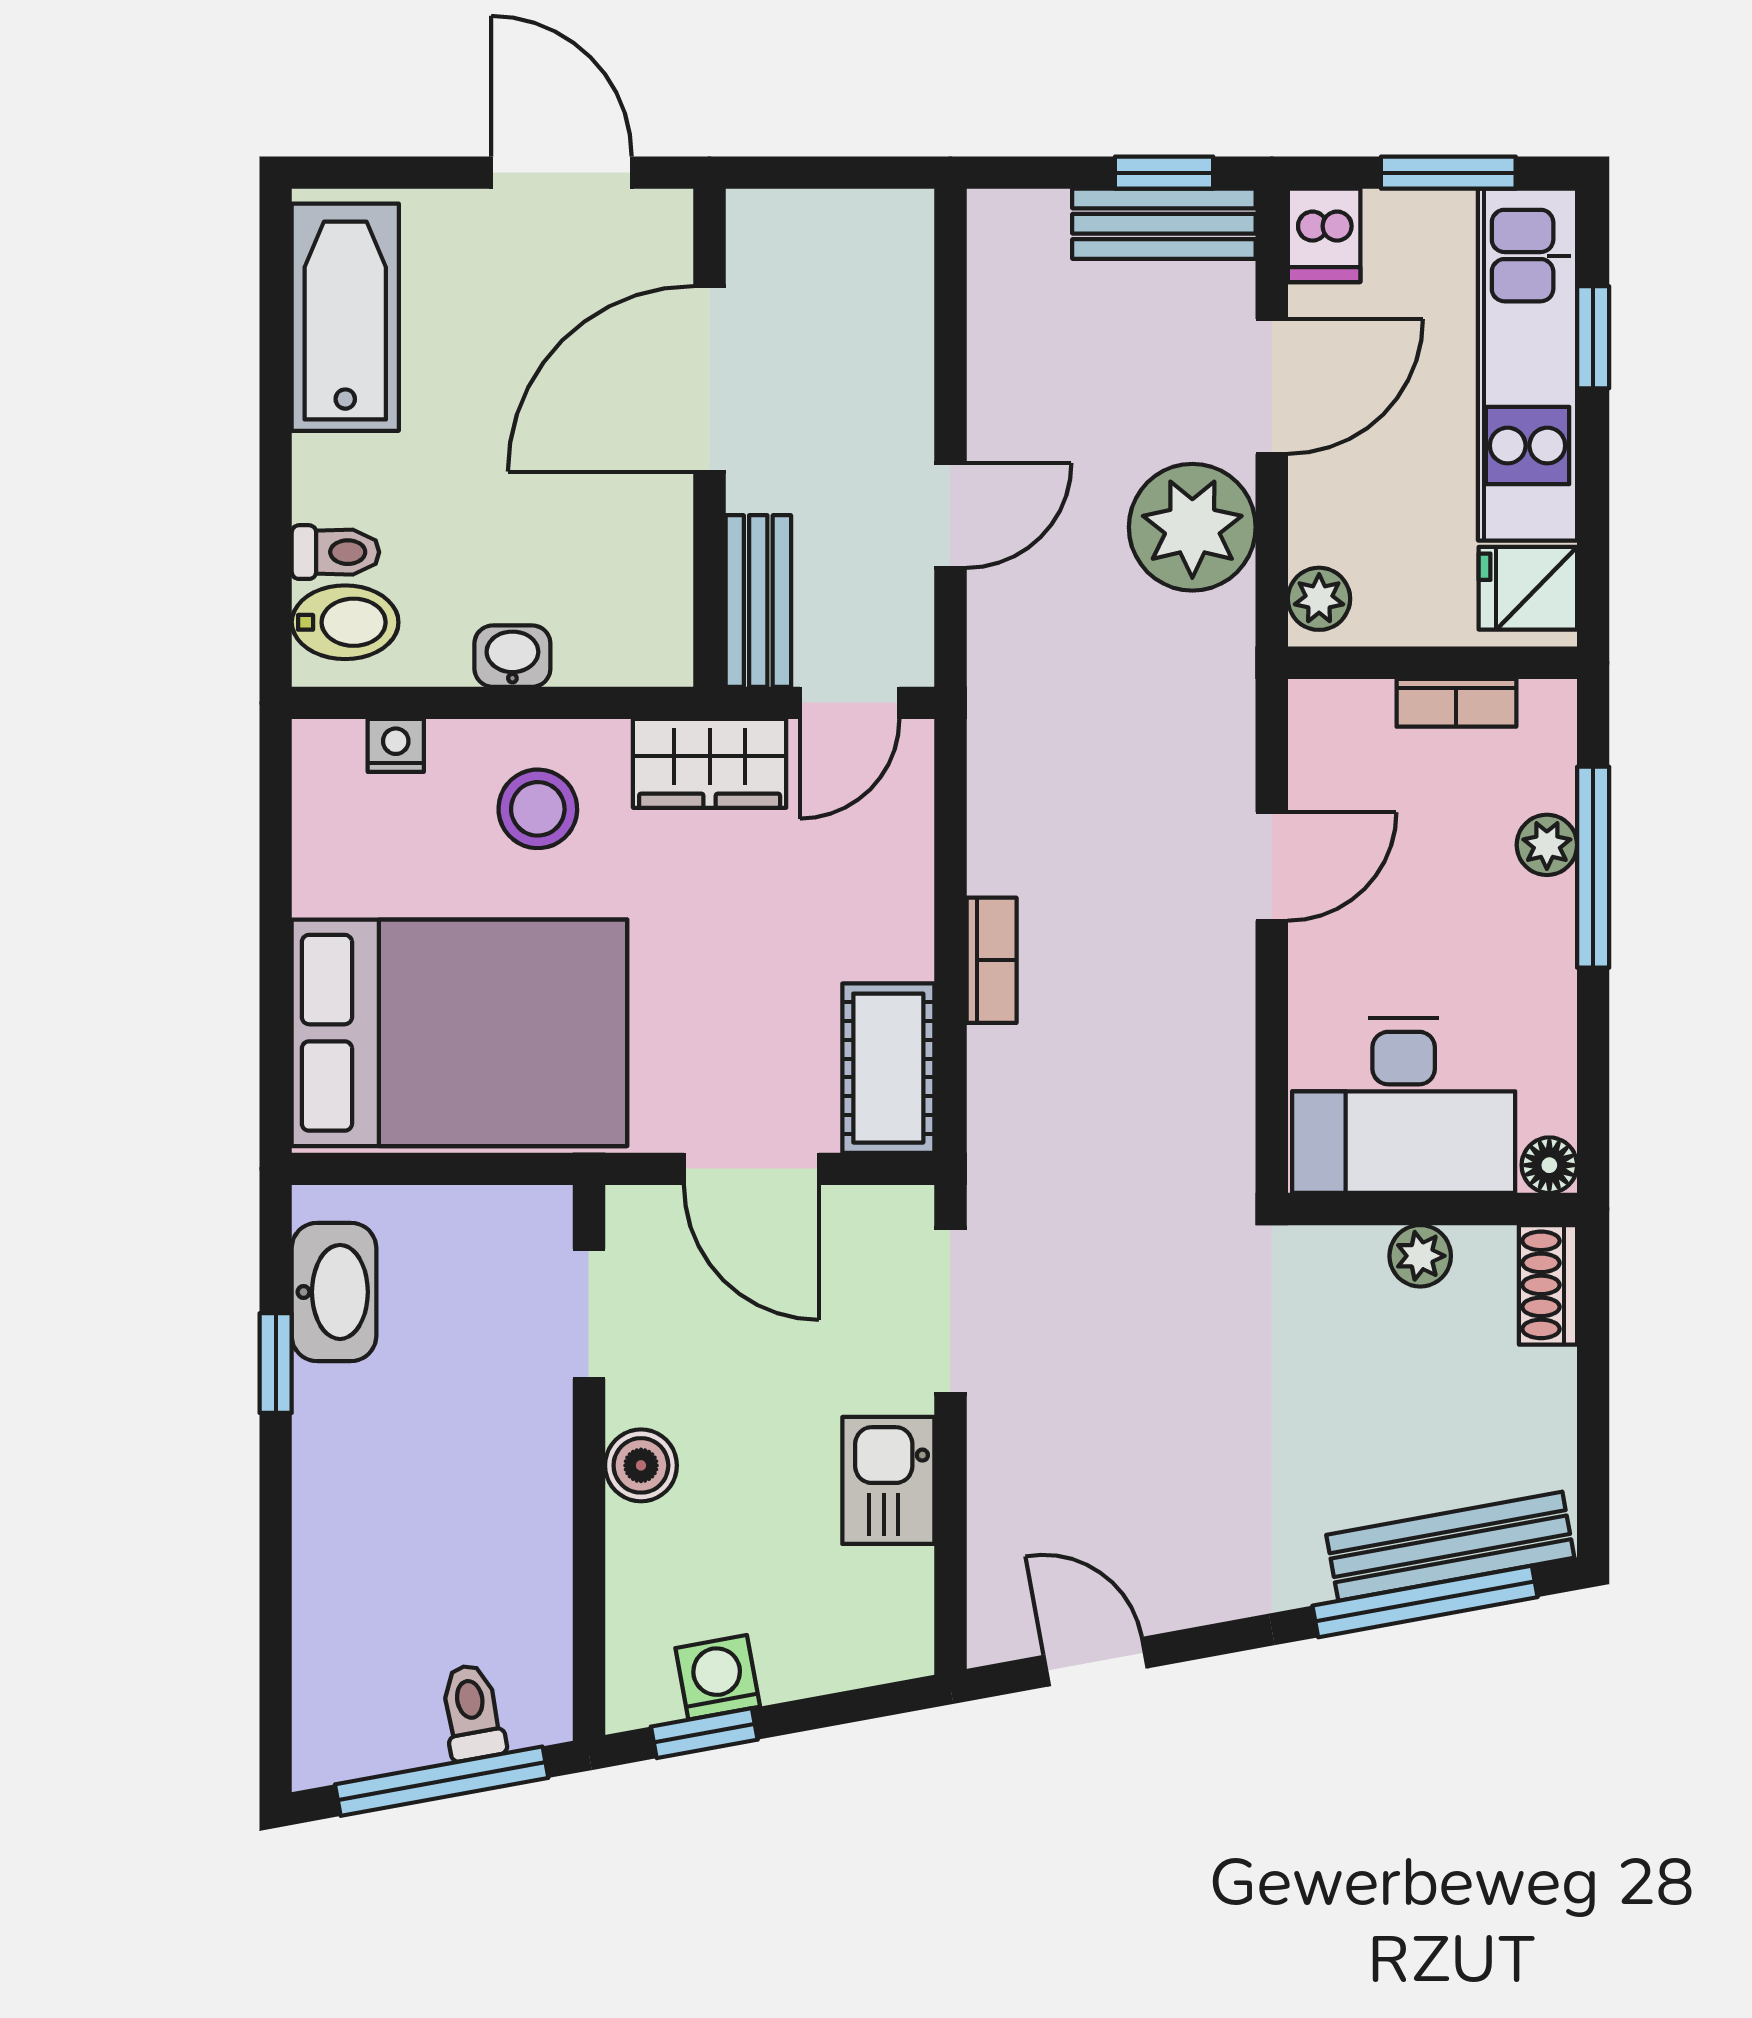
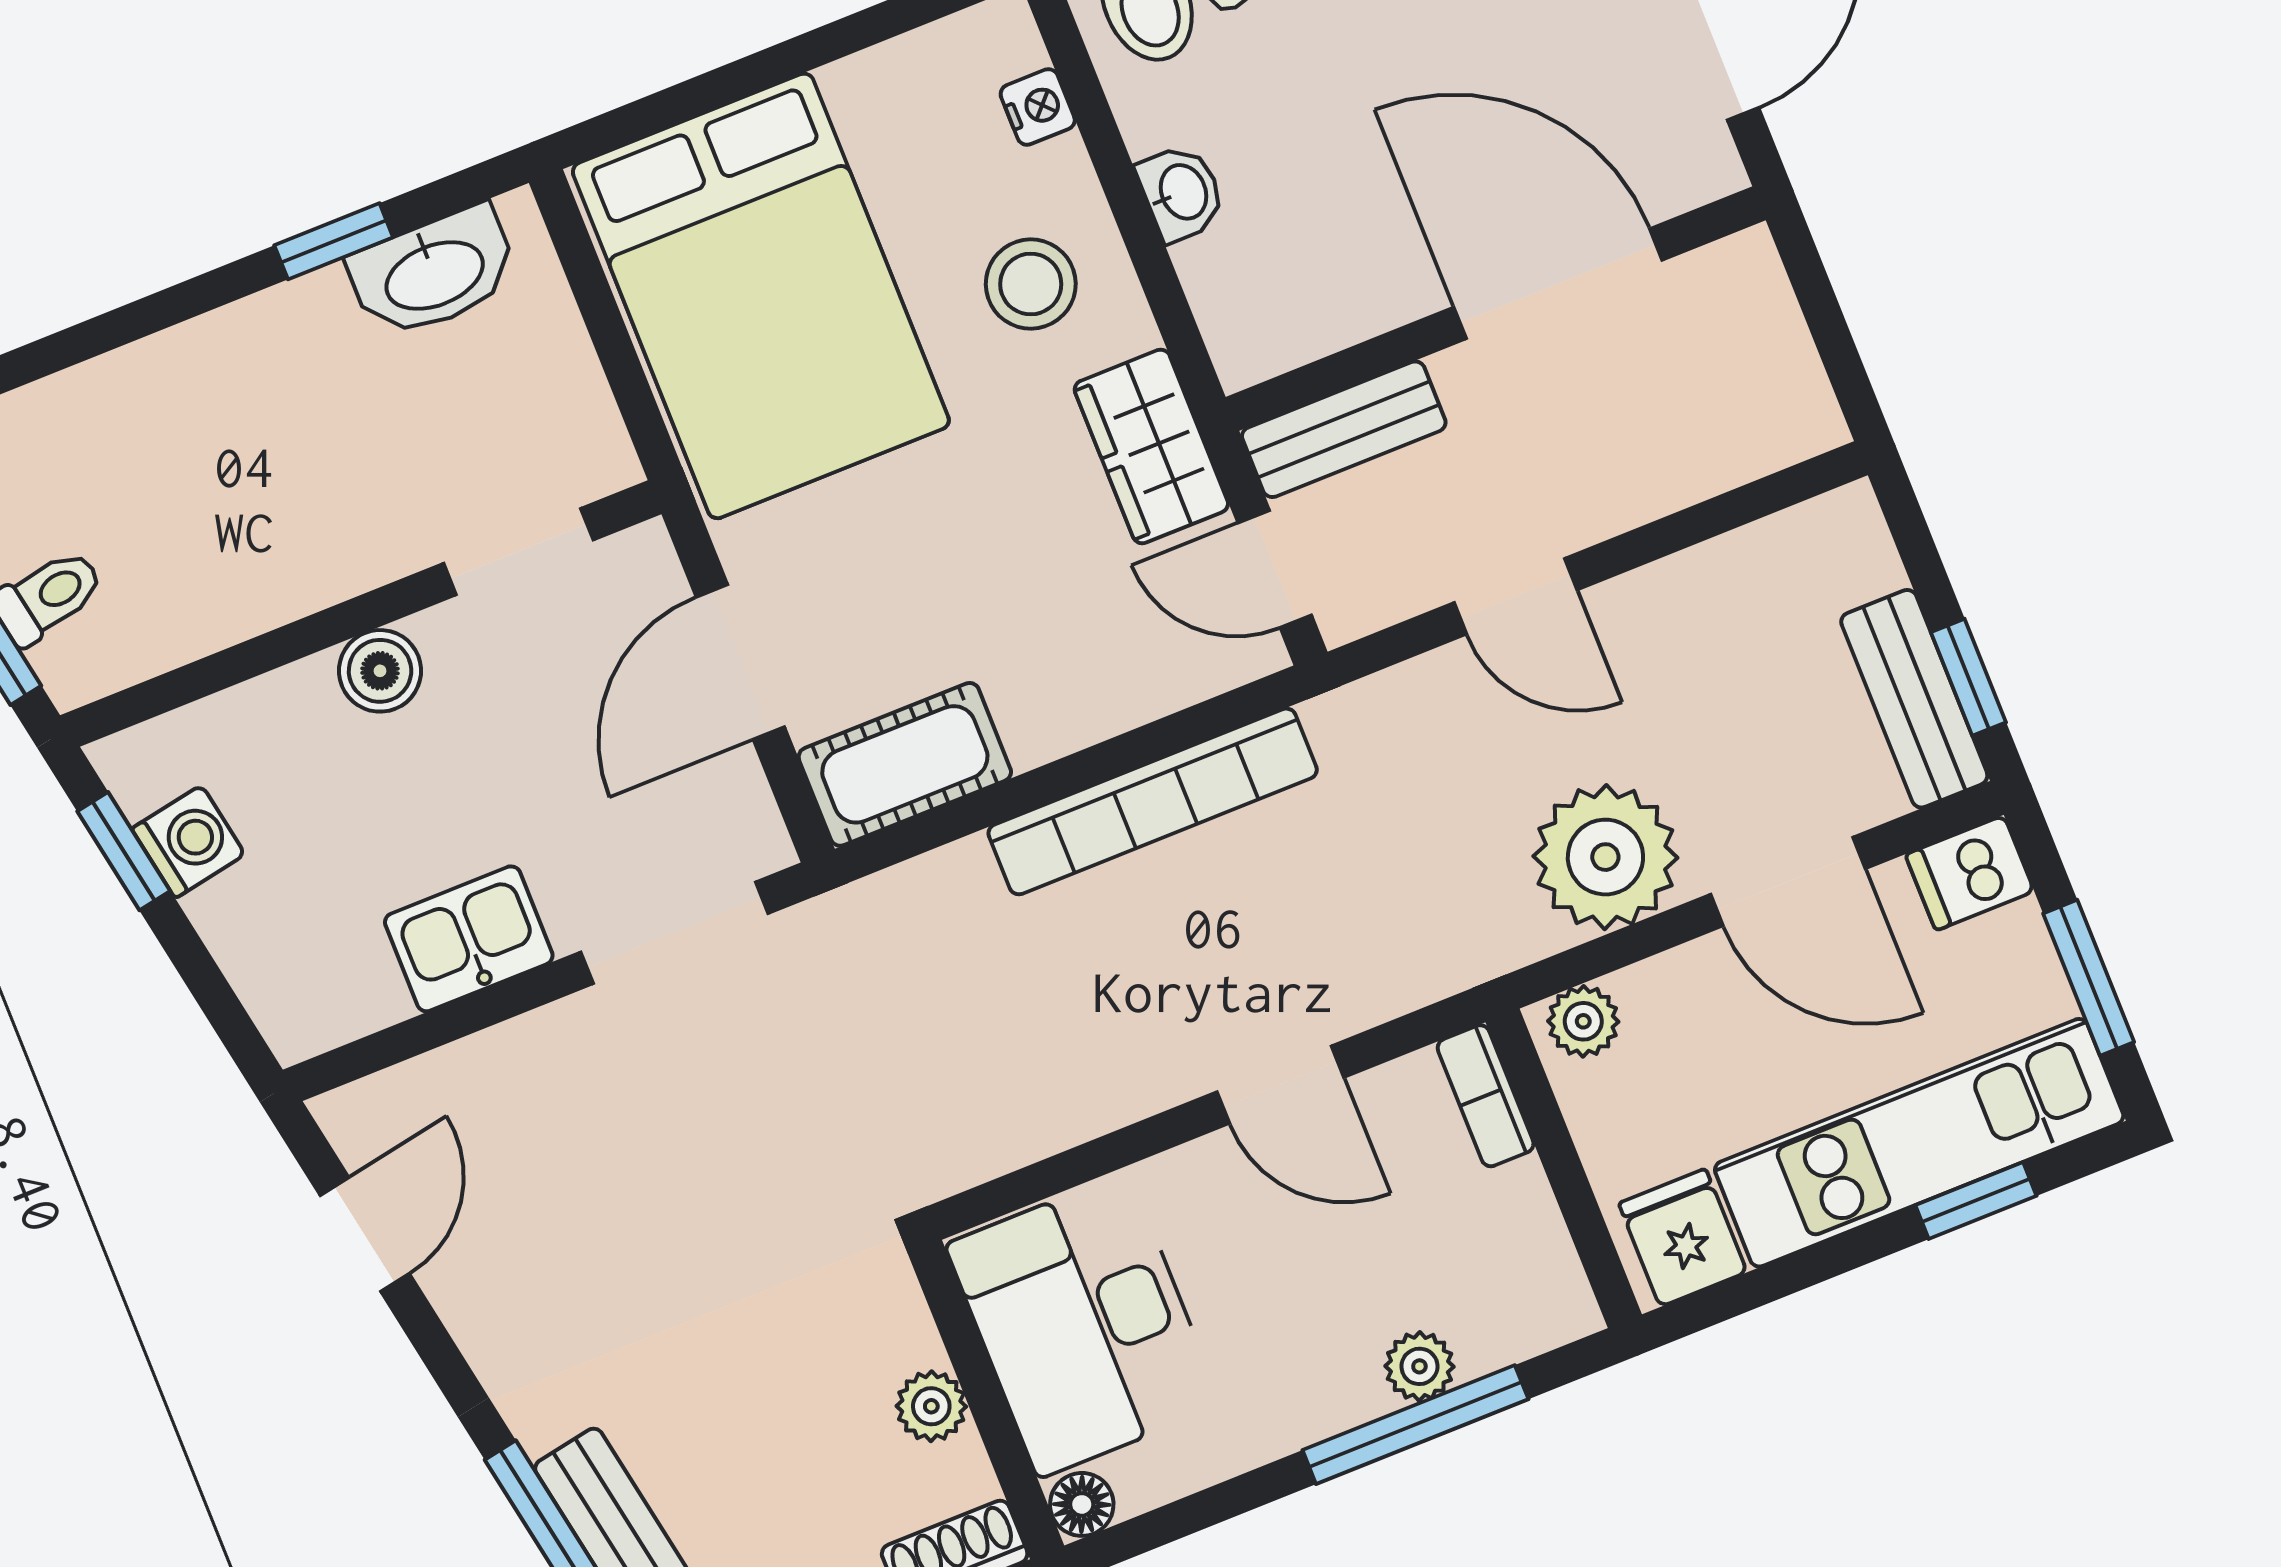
bookcase: (1456, 703) -> (1486, 1096), moved
bookcase: (992, 960) -> (1153, 801), width x2.31, depth x1.31

